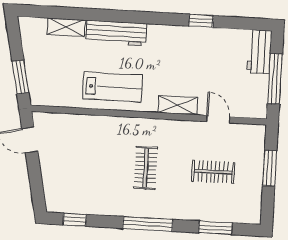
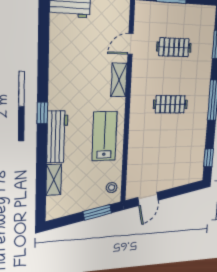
window: (201, 21) -> (42, 113), moved
stool: (49, 95) -> (112, 188), added
clothes rail: (213, 172) -> (174, 47), turned 90

